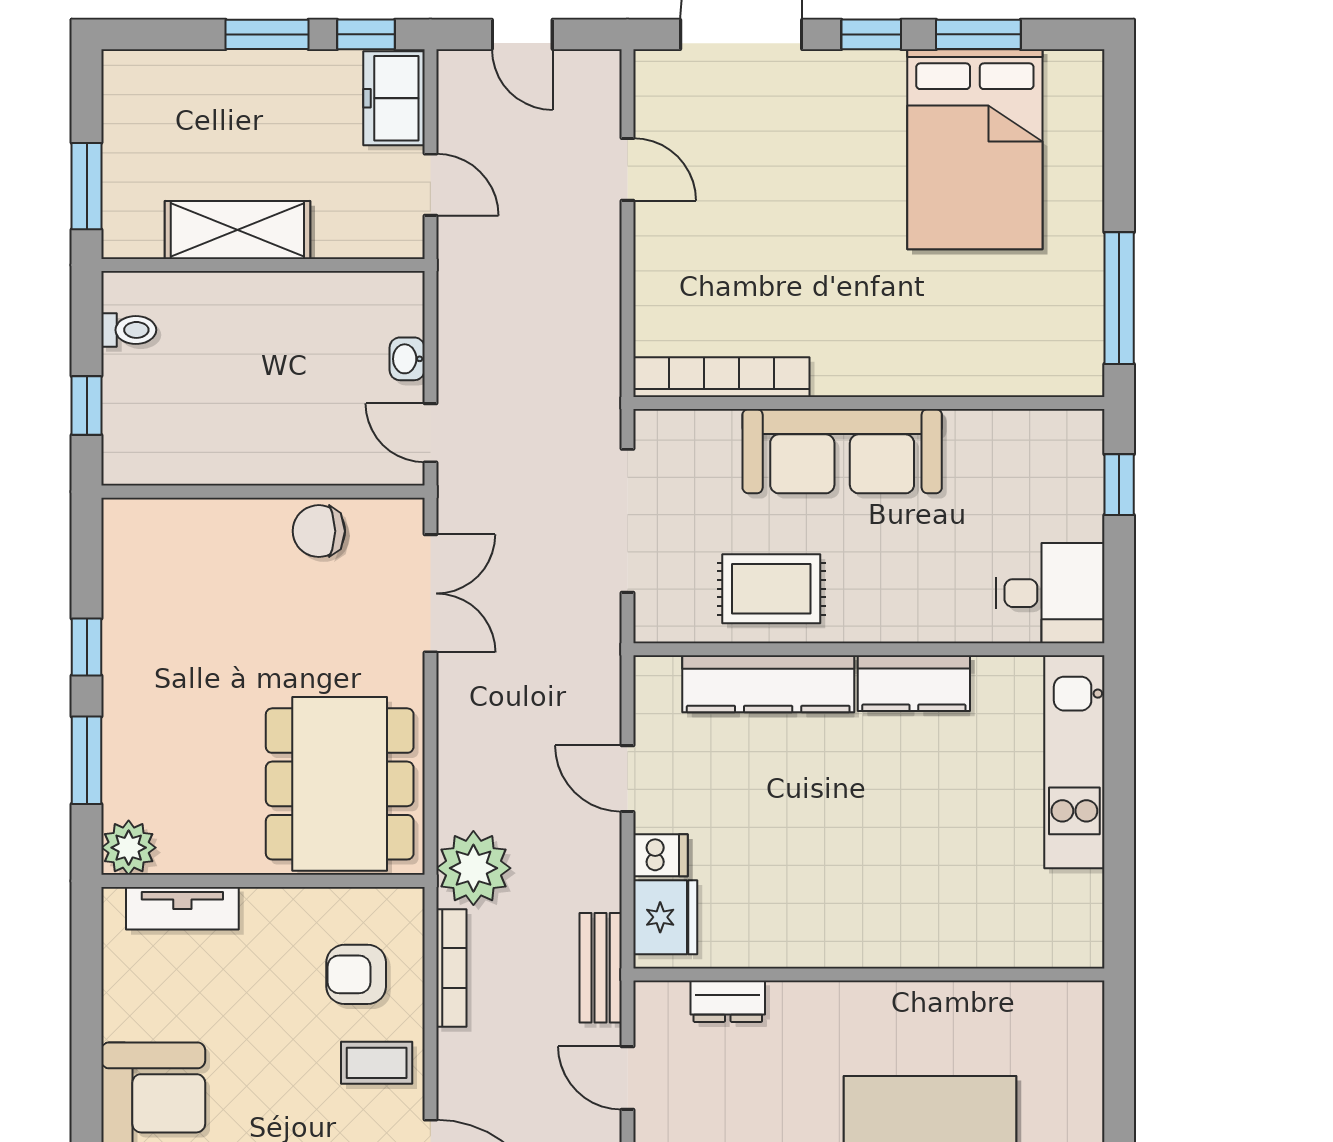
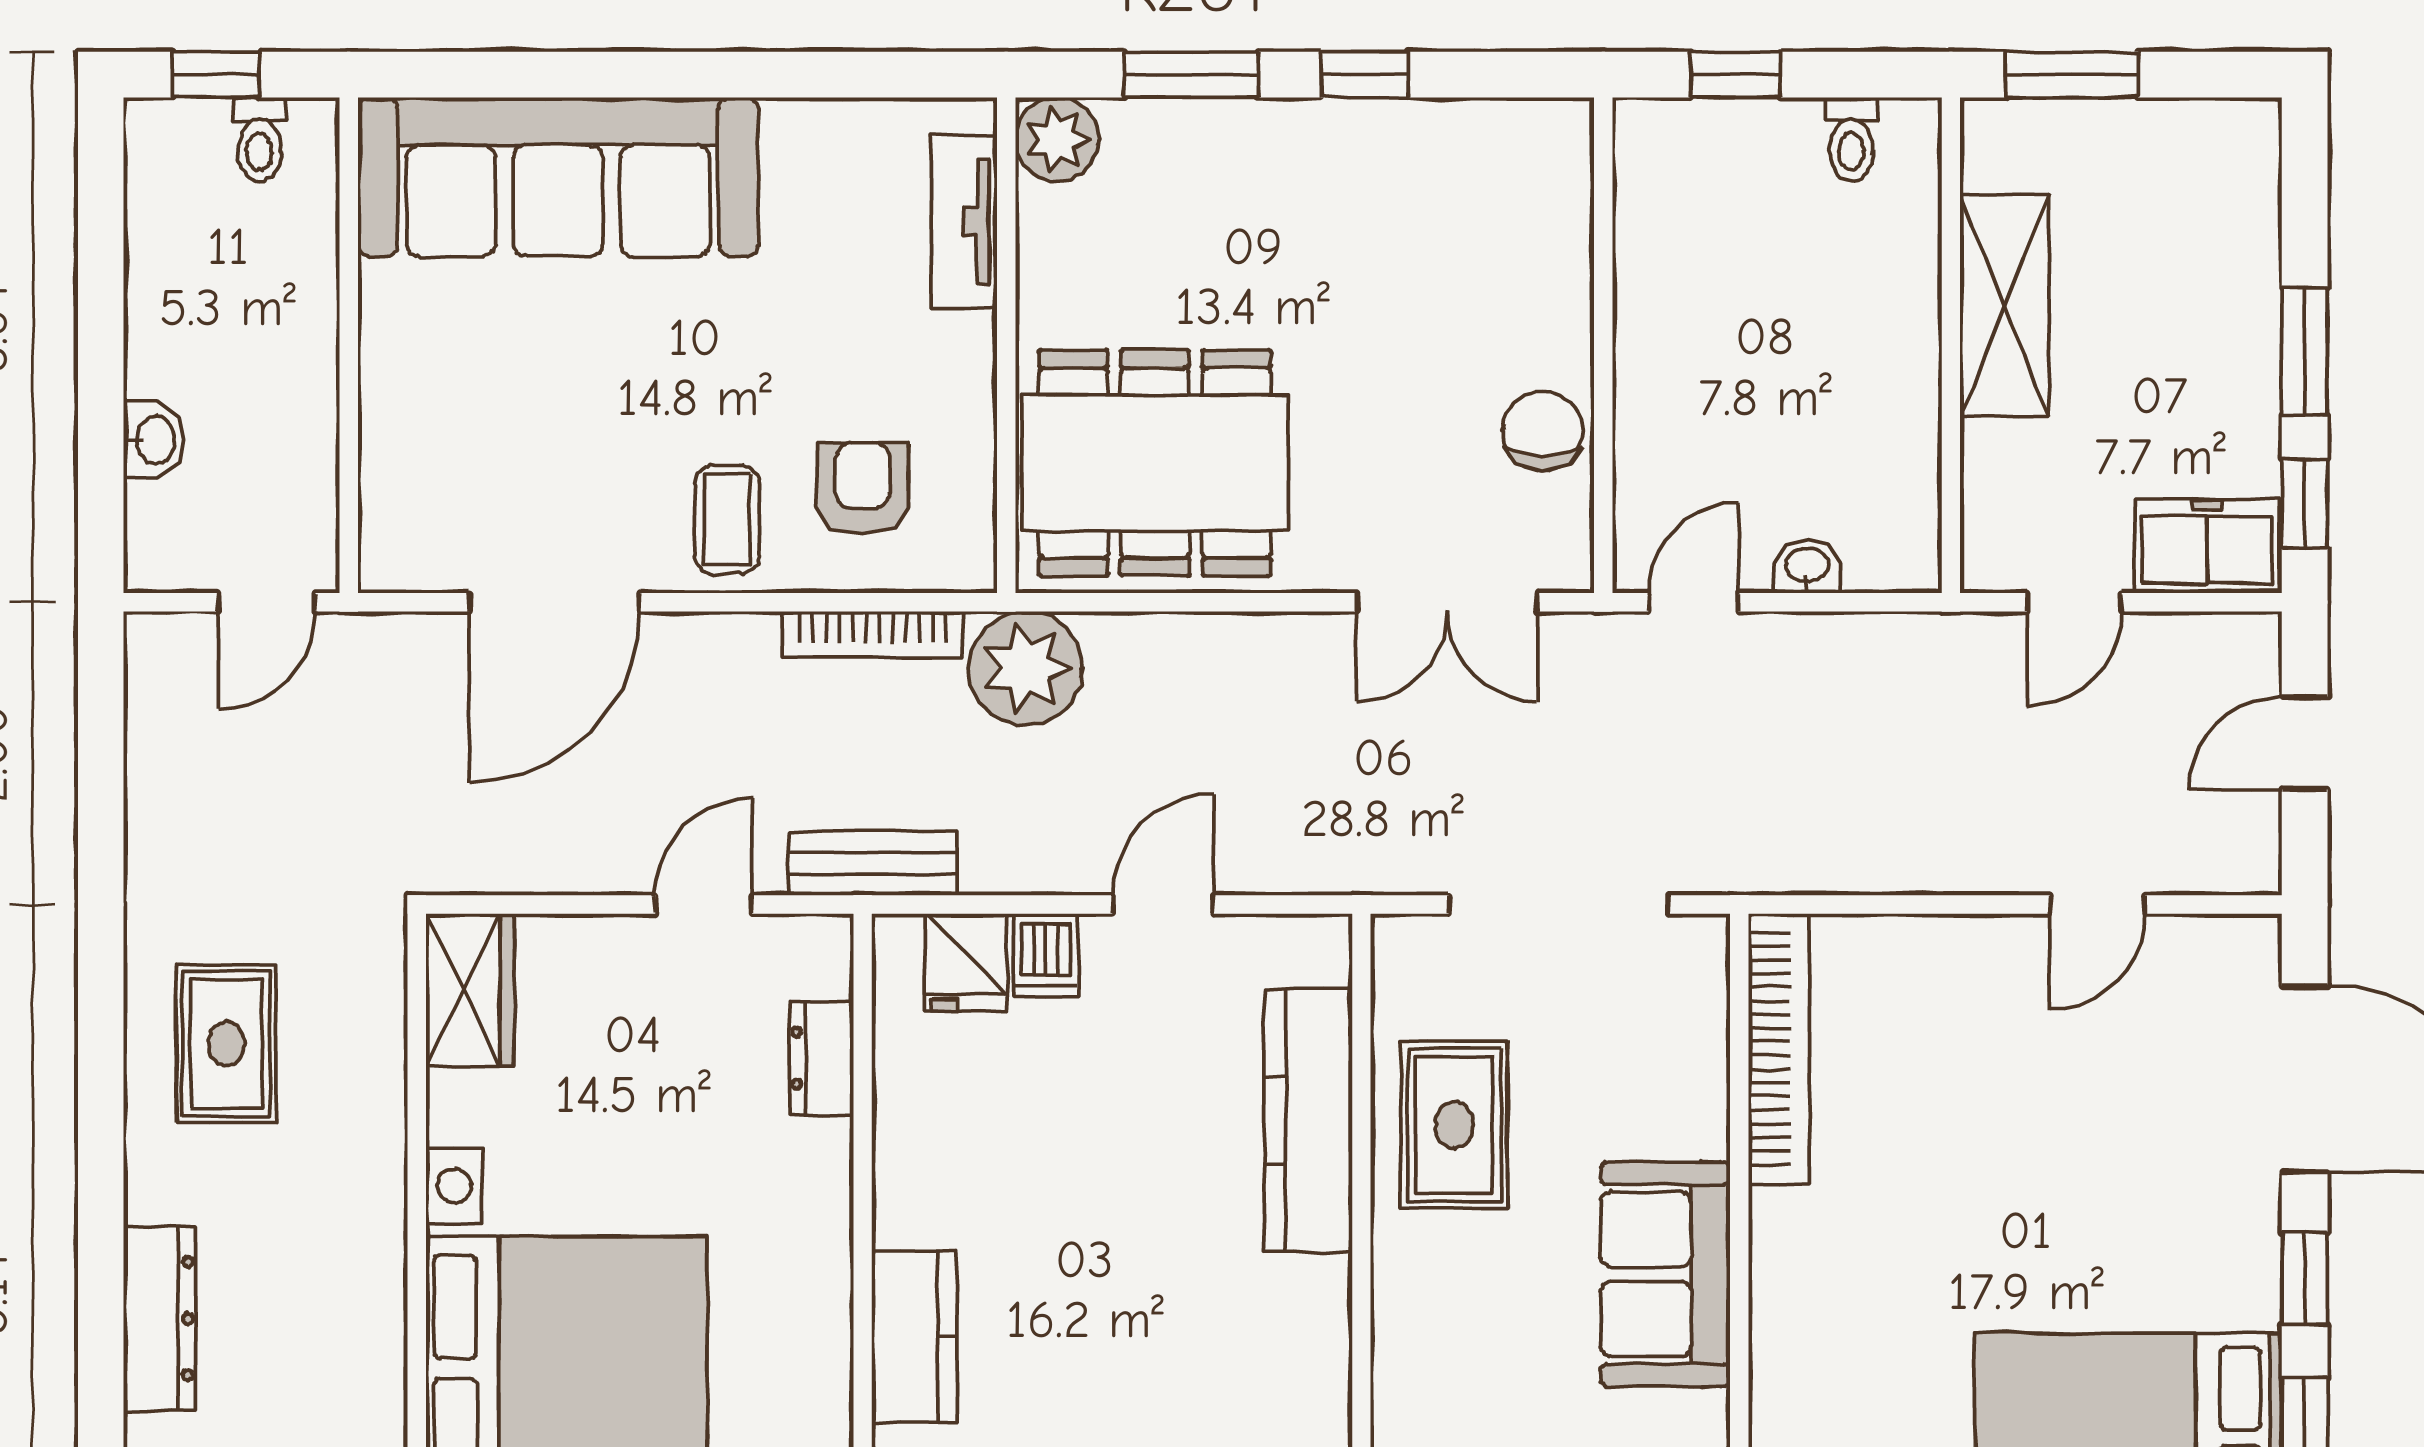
sofa: (842, 451) -> (1665, 1274), width x0.73
kitchen counter: (914, 683) -> (915, 1337), moved, turned 180
fridge: (665, 917) -> (966, 962), width x0.72

